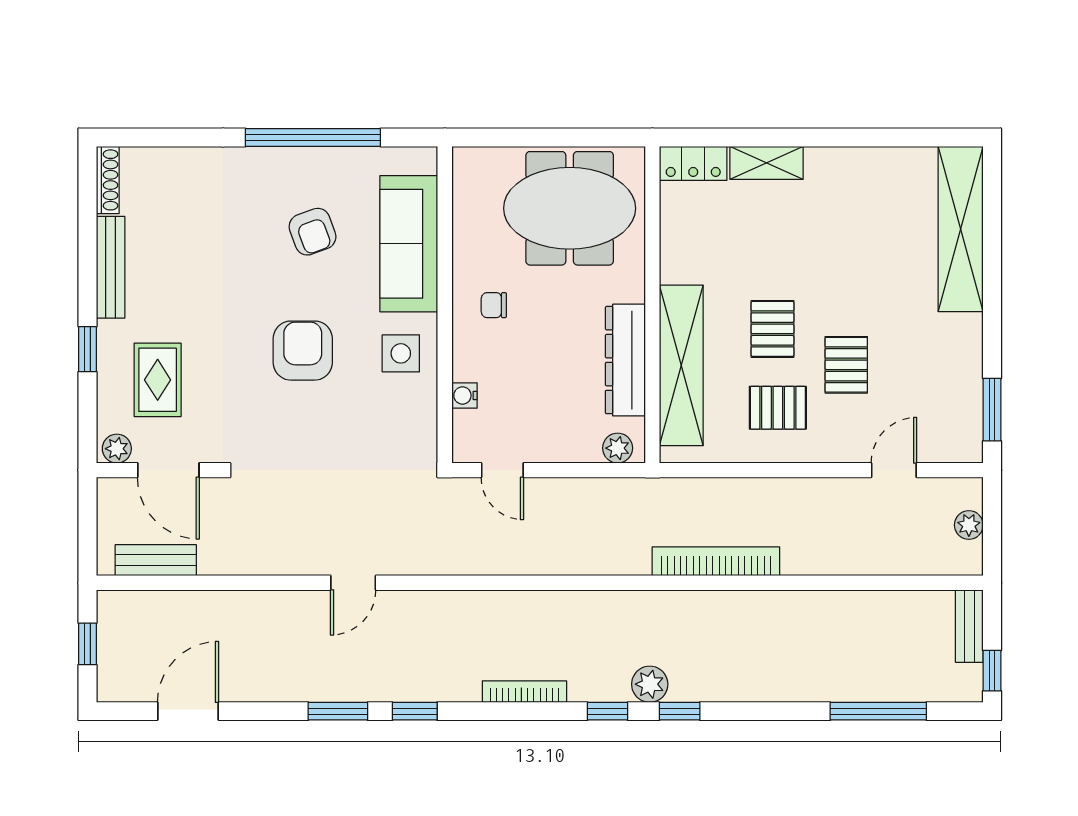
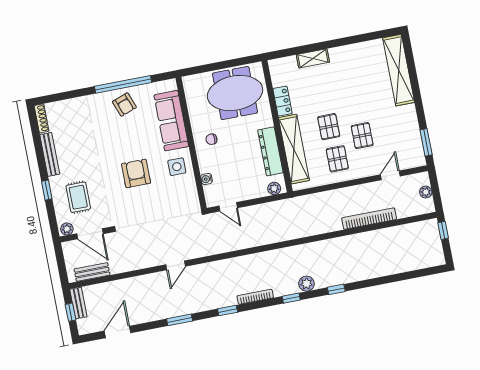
locker: (693, 163) -> (283, 101), moved, turned -90
armchair: (313, 232) -> (124, 105), moved
pallet: (778, 408) -> (337, 159), turned 90
bookcase: (716, 561) -> (369, 219), moved
bench: (969, 626) -> (78, 303), moved
window: (992, 671) -> (443, 230), moved
window: (415, 711) -> (228, 311), moved
window: (680, 711) -> (336, 289), moved
window: (878, 711) -> (403, 276), removed

